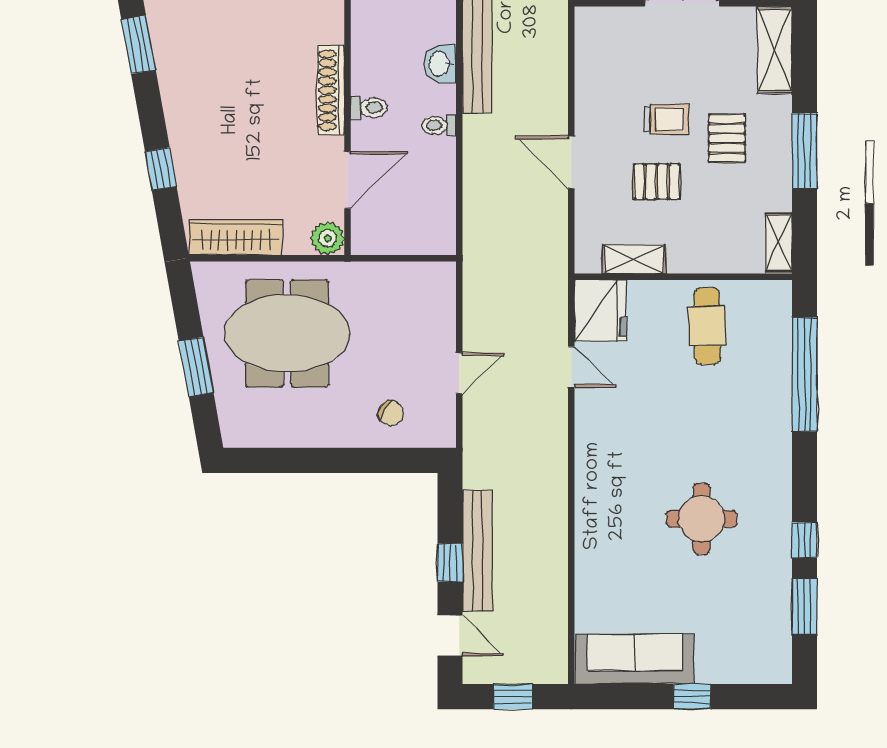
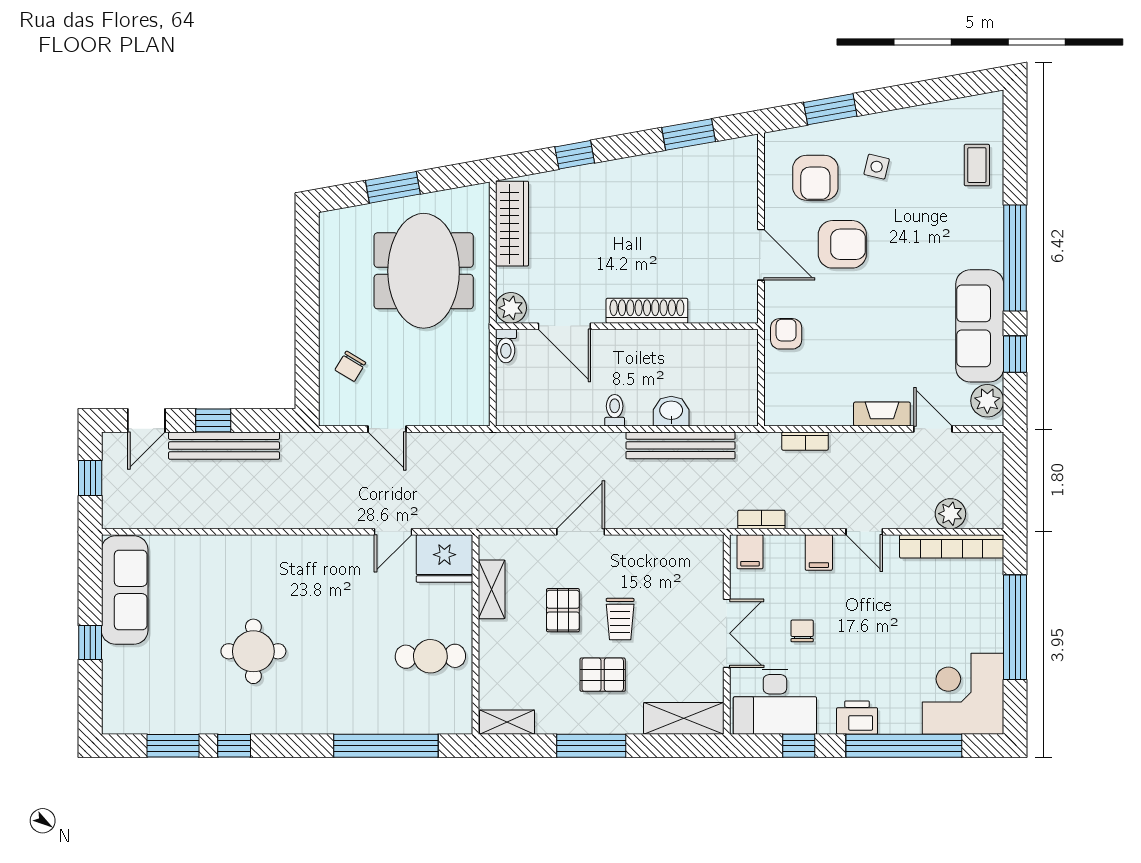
toilet: (369, 108) -> (506, 346), moved

